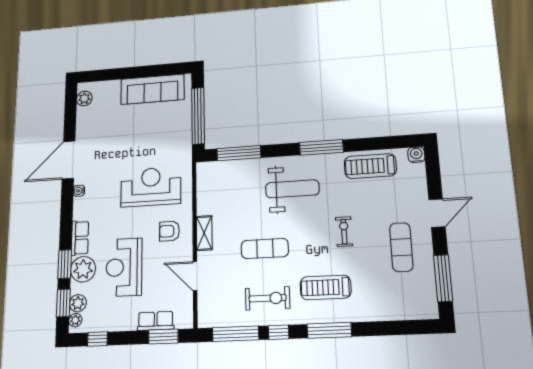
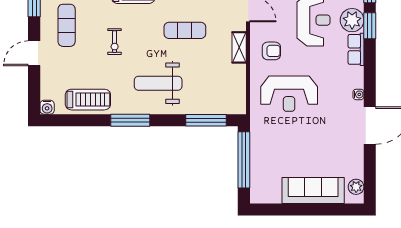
sofa: (152, 89) -> (313, 190), moved

